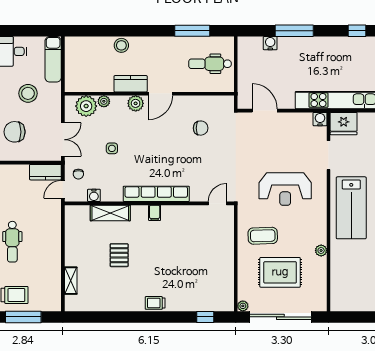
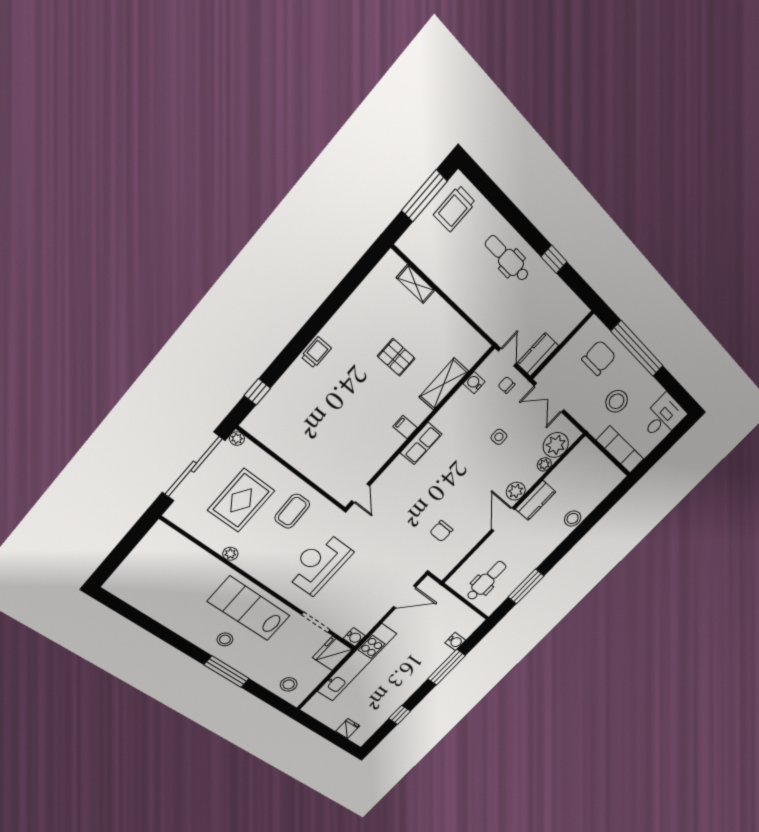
row of seats: (156, 194) -> (421, 443), width x0.50

